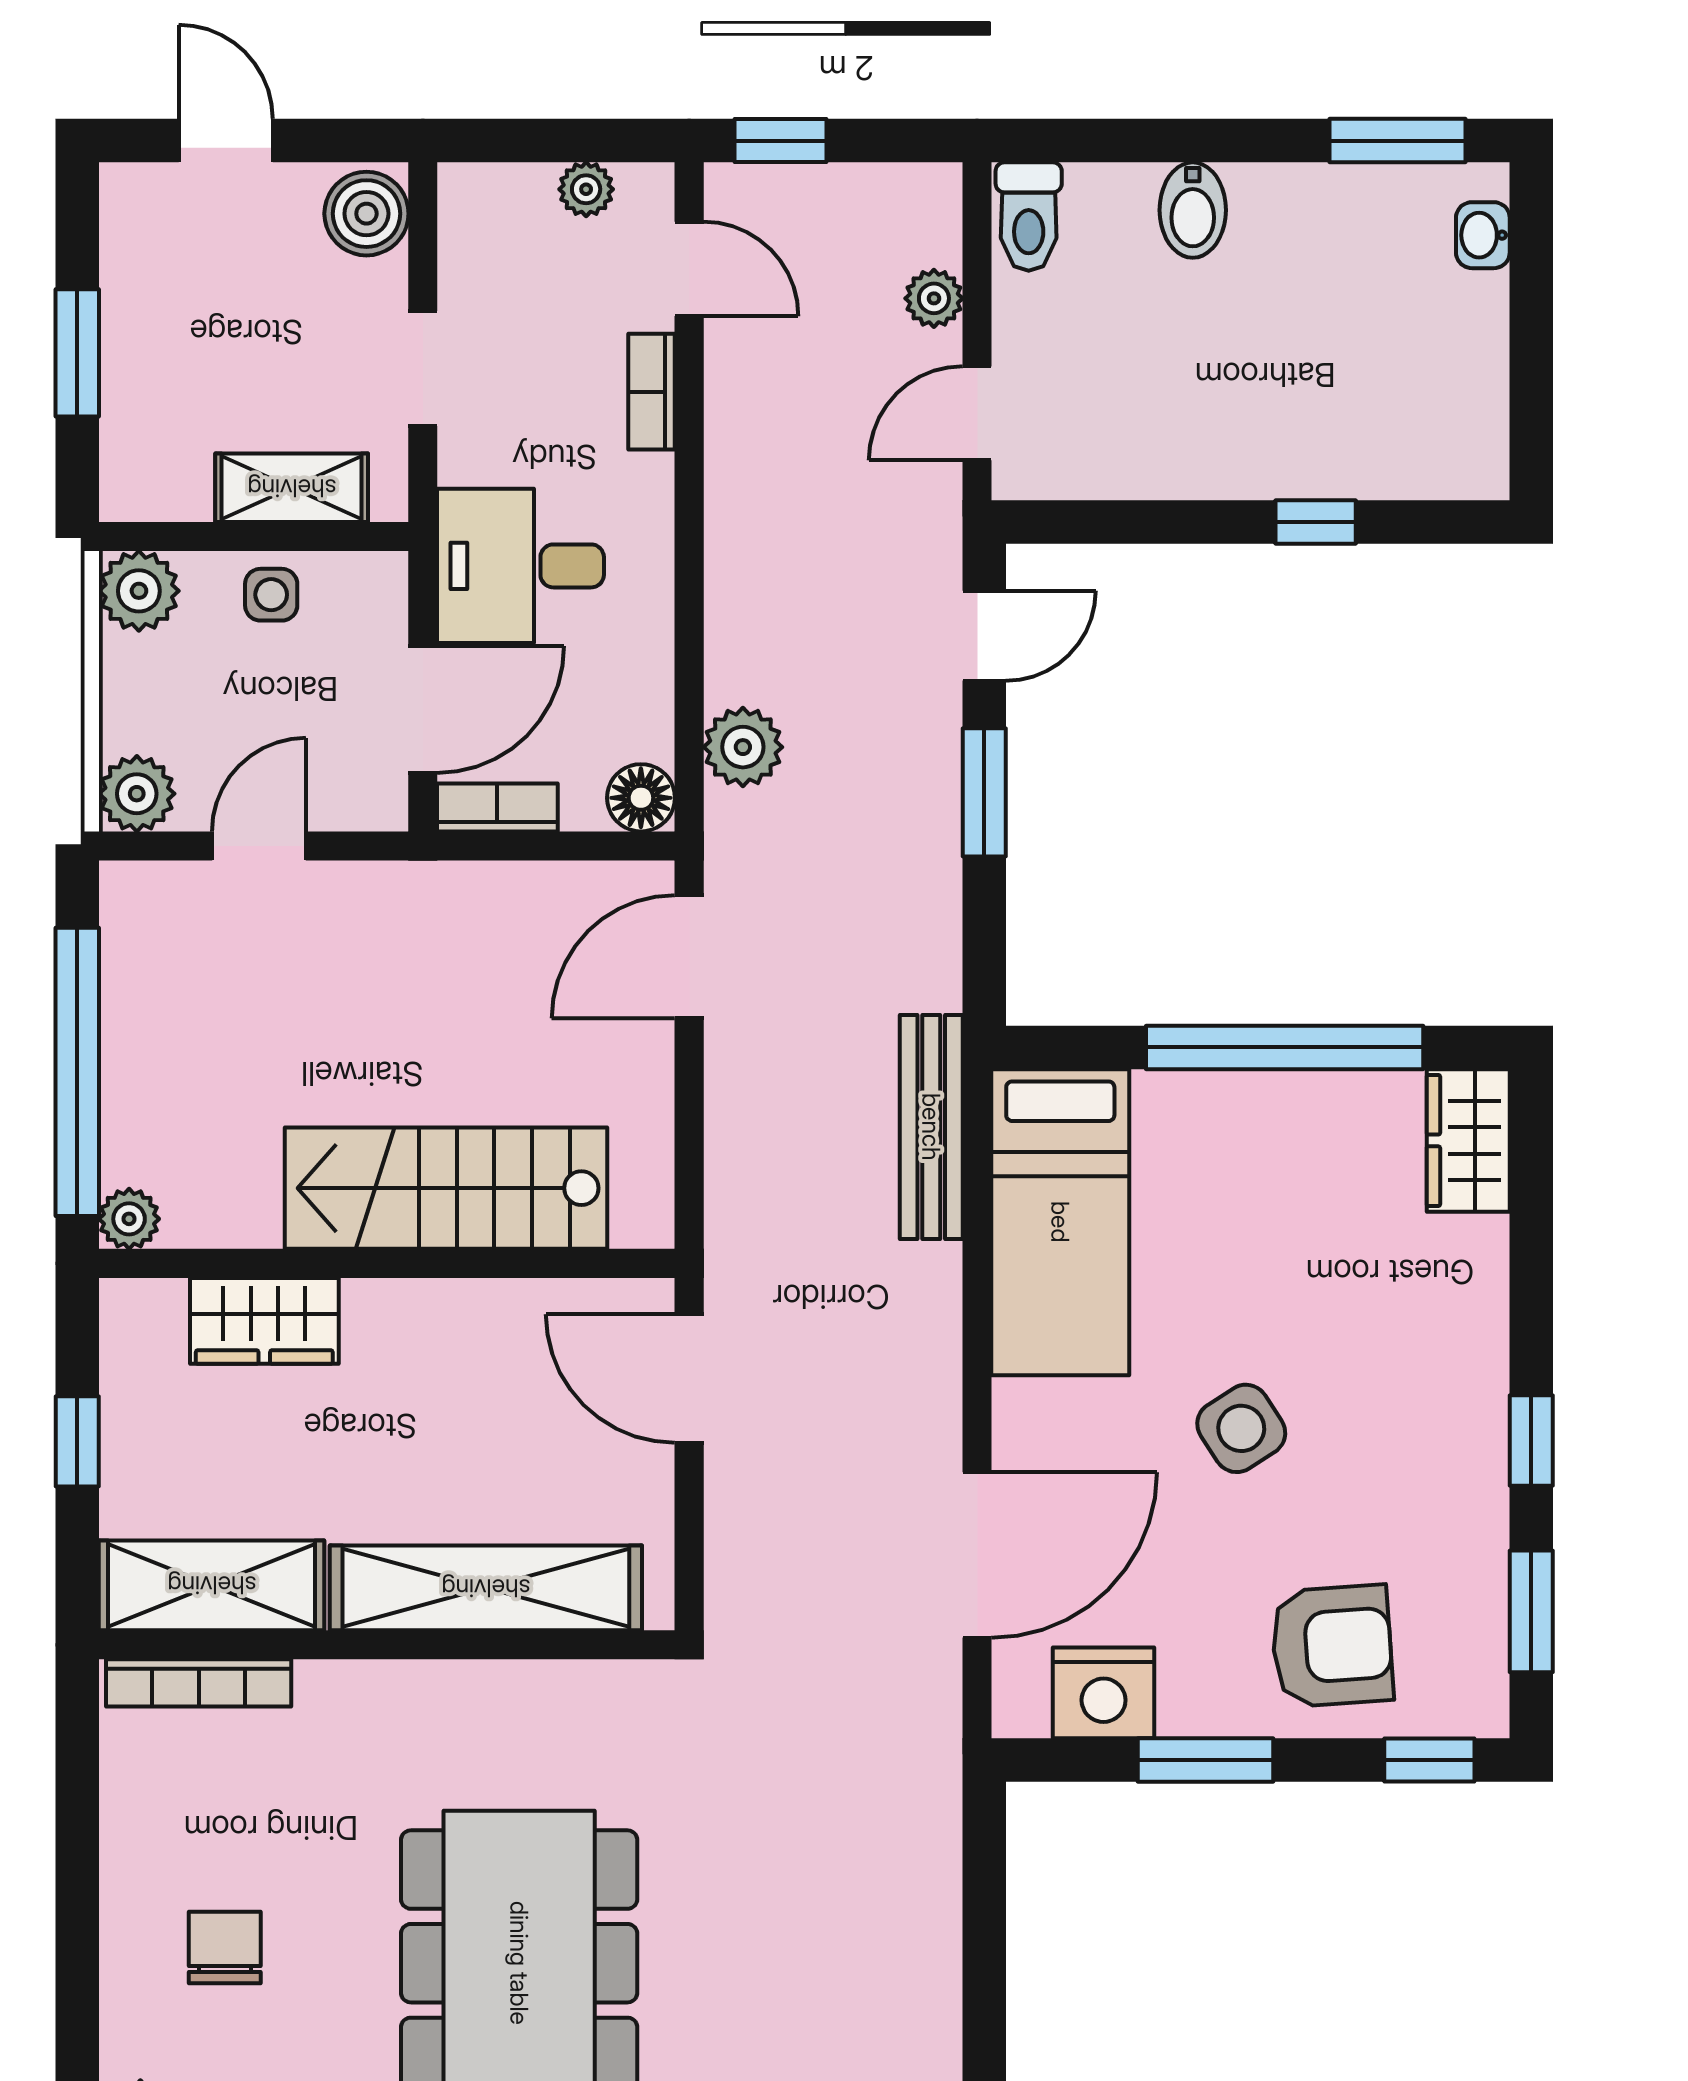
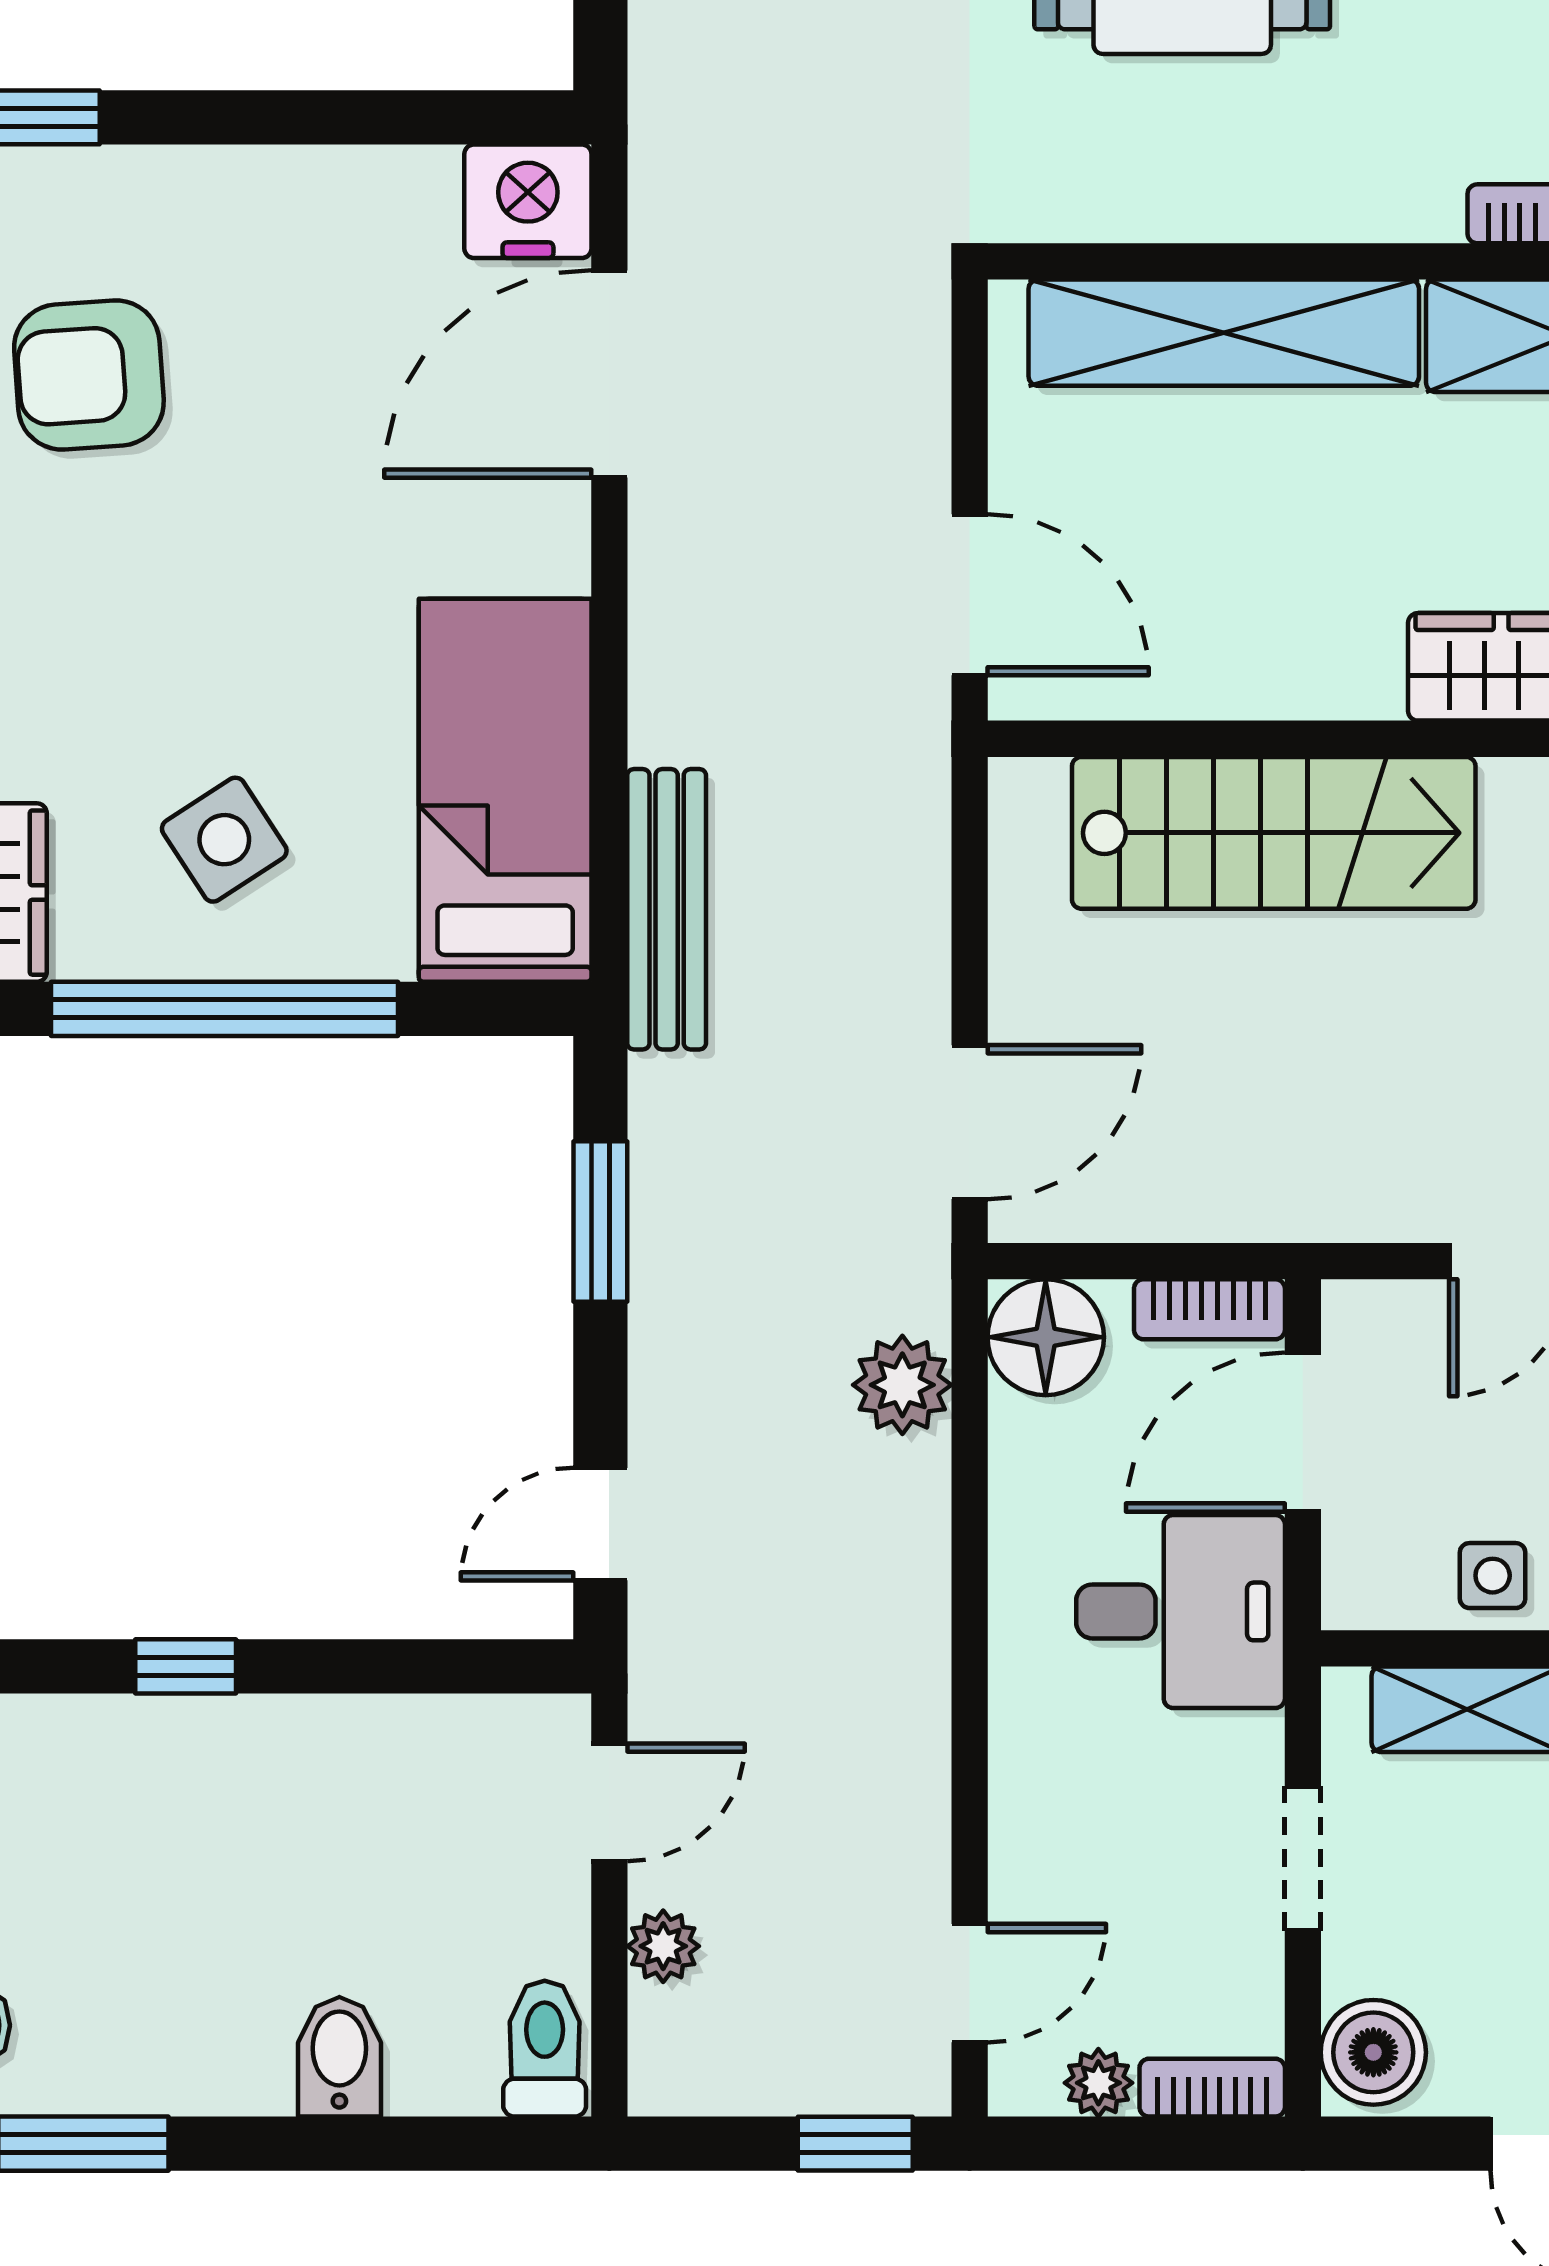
door: (689, 269) -> (970, 1983), swing flipped
bookcase: (652, 392) -> (1212, 2088), moved, turned -90
window: (984, 792) -> (600, 1222), moved
floor lamp: (641, 798) -> (1046, 1337), width x1.38, depth x1.38
side table: (1241, 1428) -> (224, 840), moved
armchair: (1332, 1646) -> (89, 375), moved
nightstand: (1104, 1693) -> (528, 201), moved
window: (1206, 1760) -> (323, 117), removed

